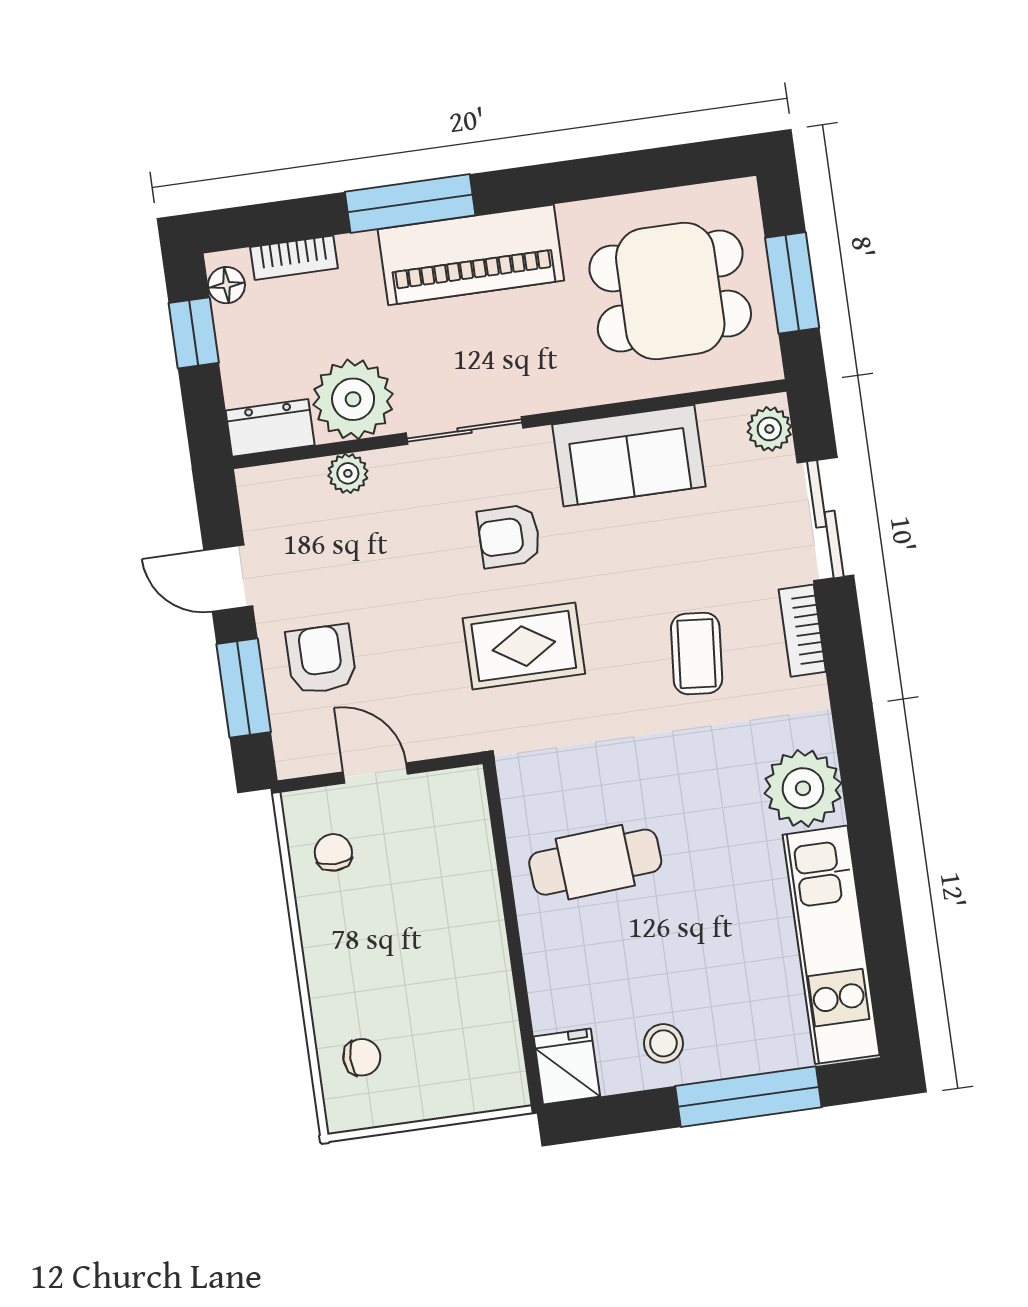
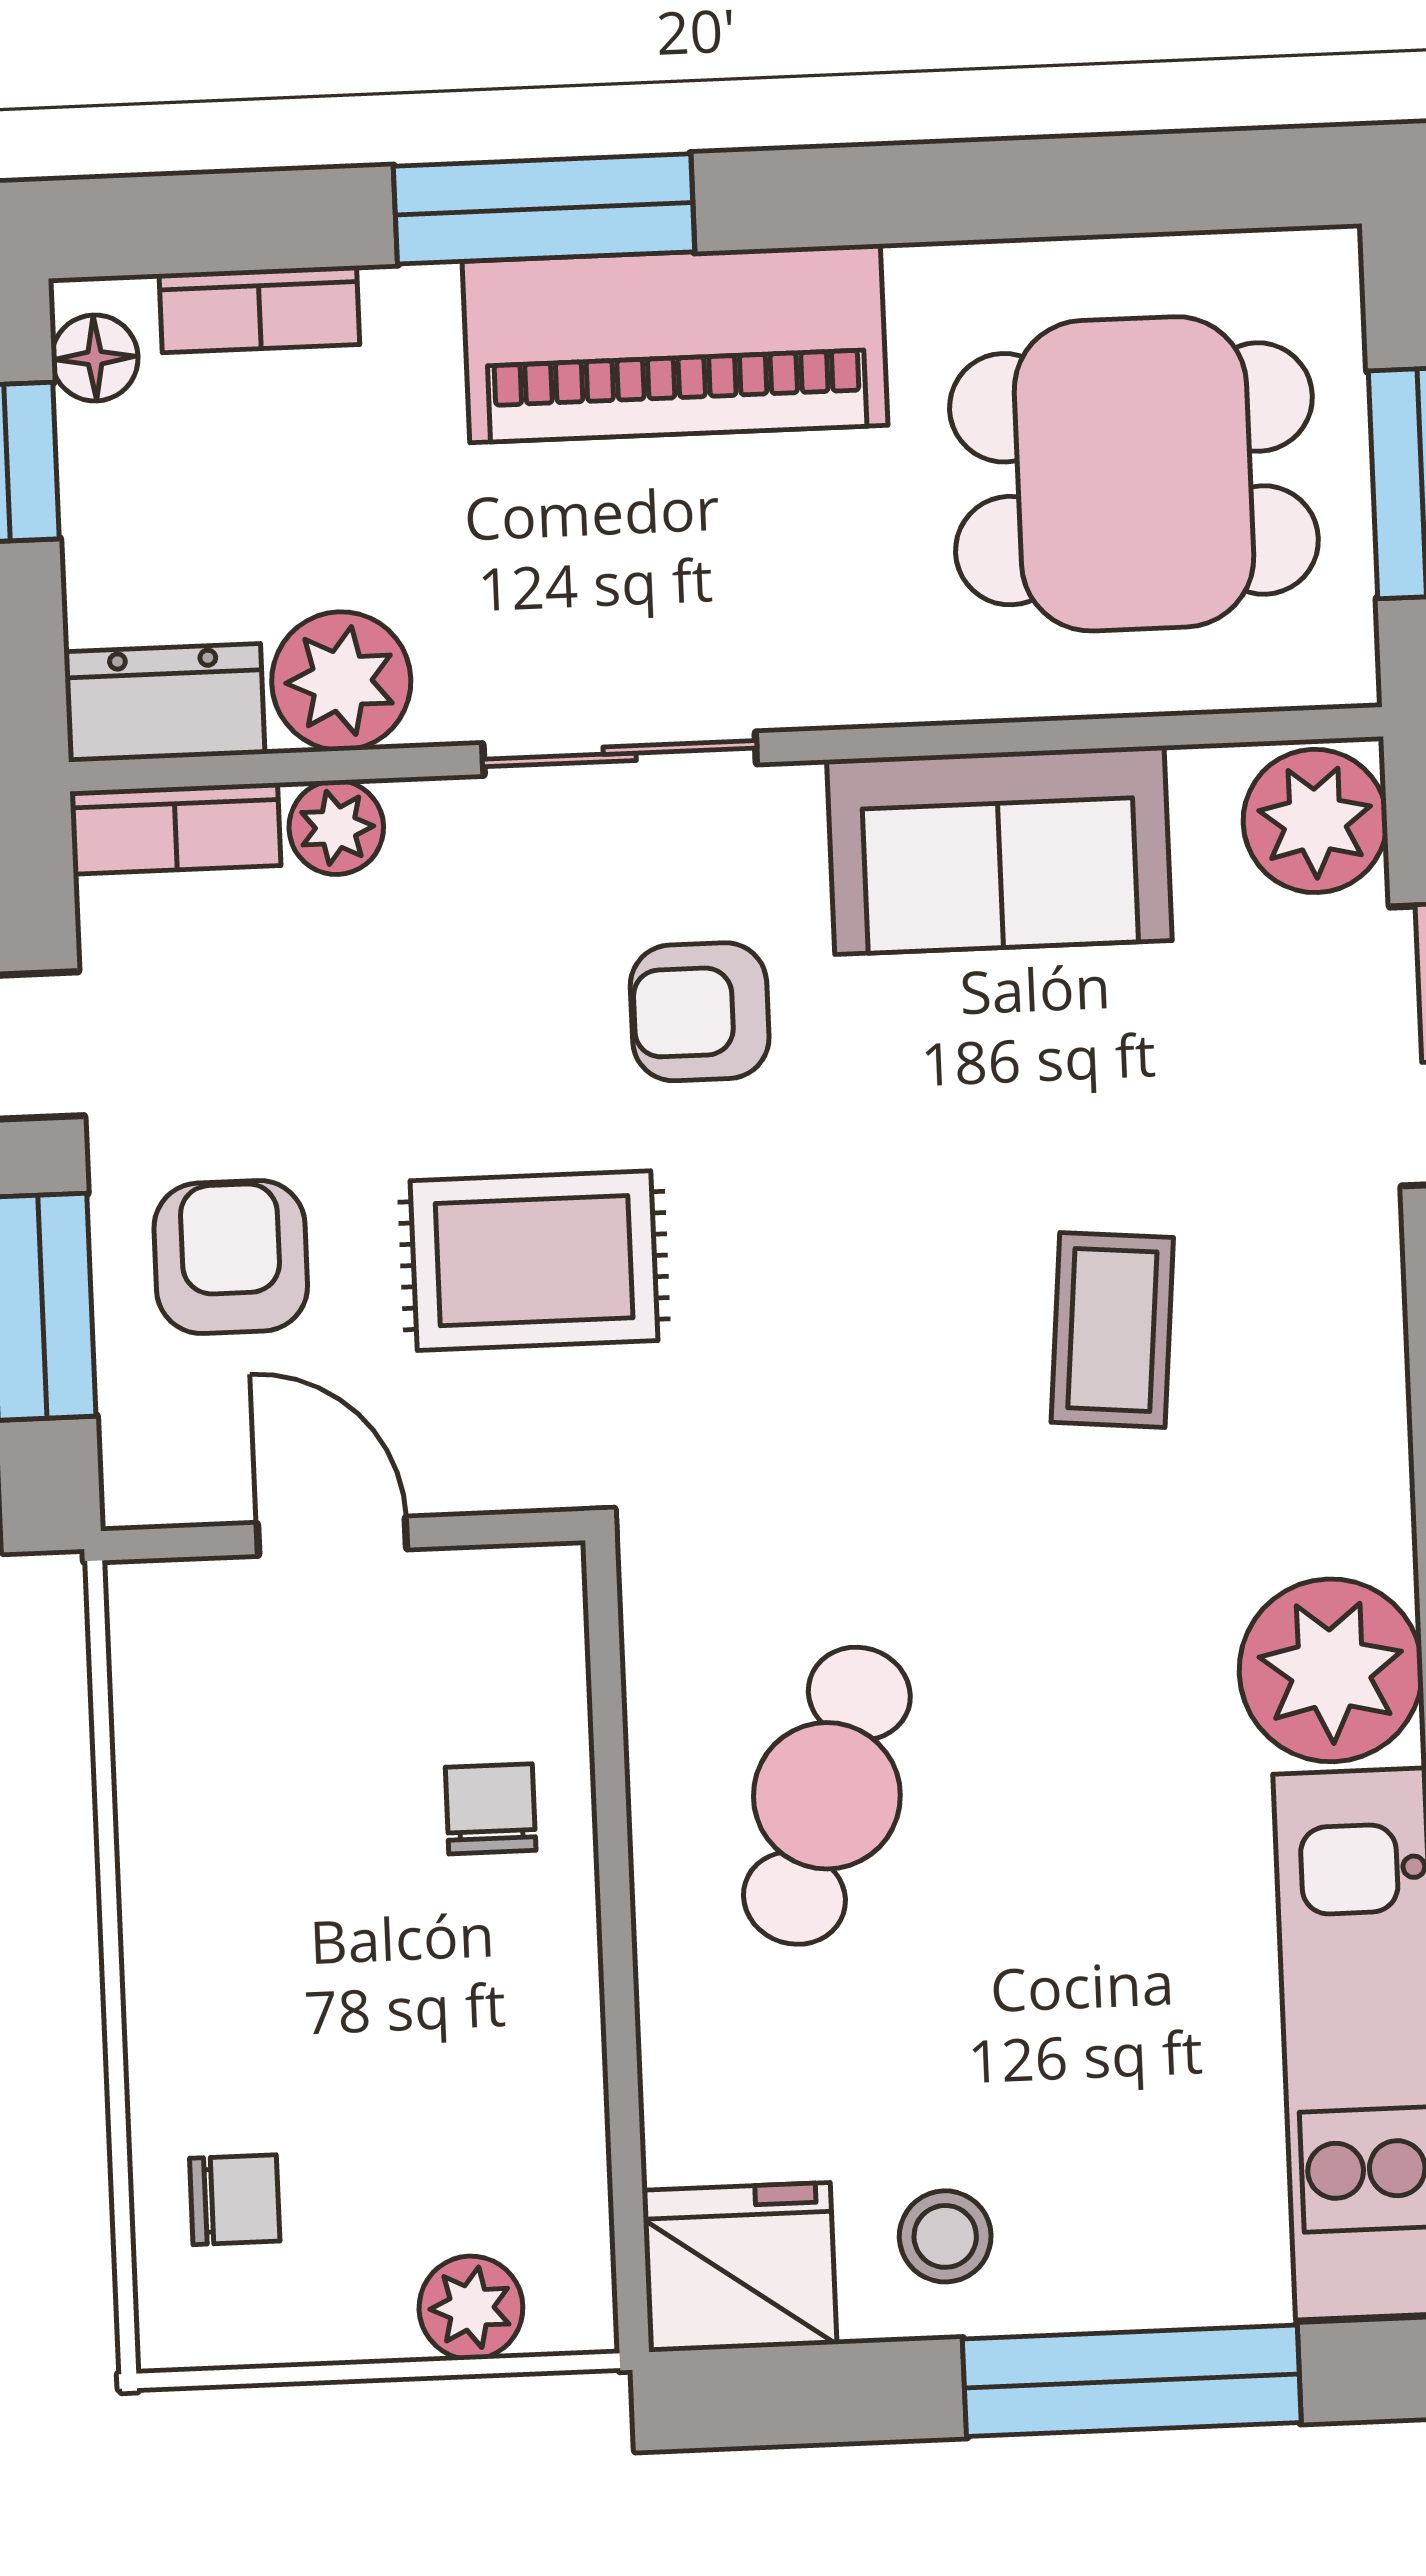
plant: (353, 399) -> (341, 681), width x0.73, depth x0.73
plant: (769, 429) -> (1315, 821), width x1.38, depth x1.38
bookcase: (802, 631) -> (175, 829), moved, turned -90
rug: (524, 646) -> (534, 1261), moved
chair: (333, 852) -> (491, 1809), moved
cafe table: (595, 862) -> (827, 1796), turned -66
fridge: (567, 1066) -> (739, 2267), width x1.38
plant: (466, 1093) -> (471, 2308), added

